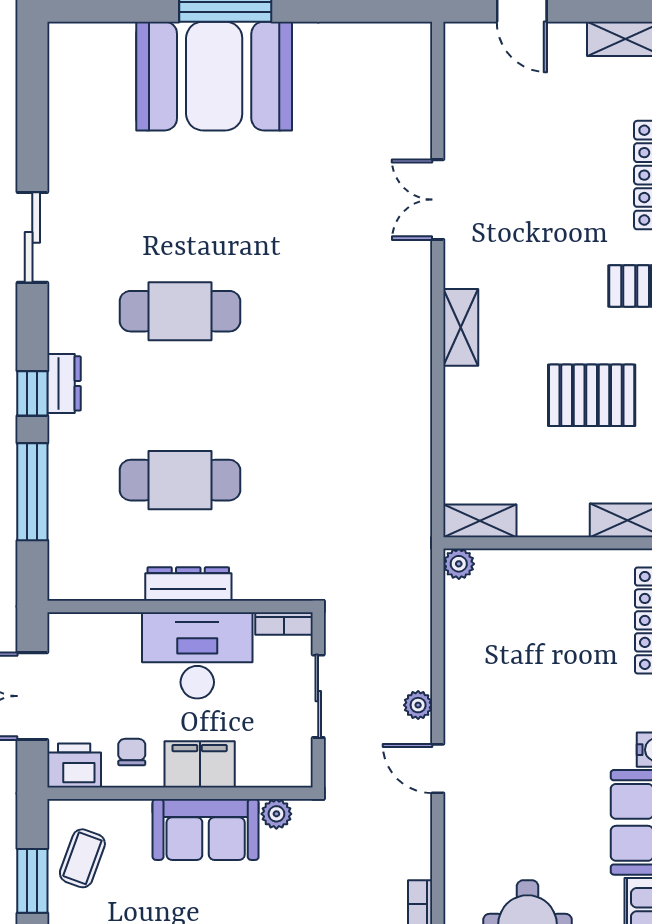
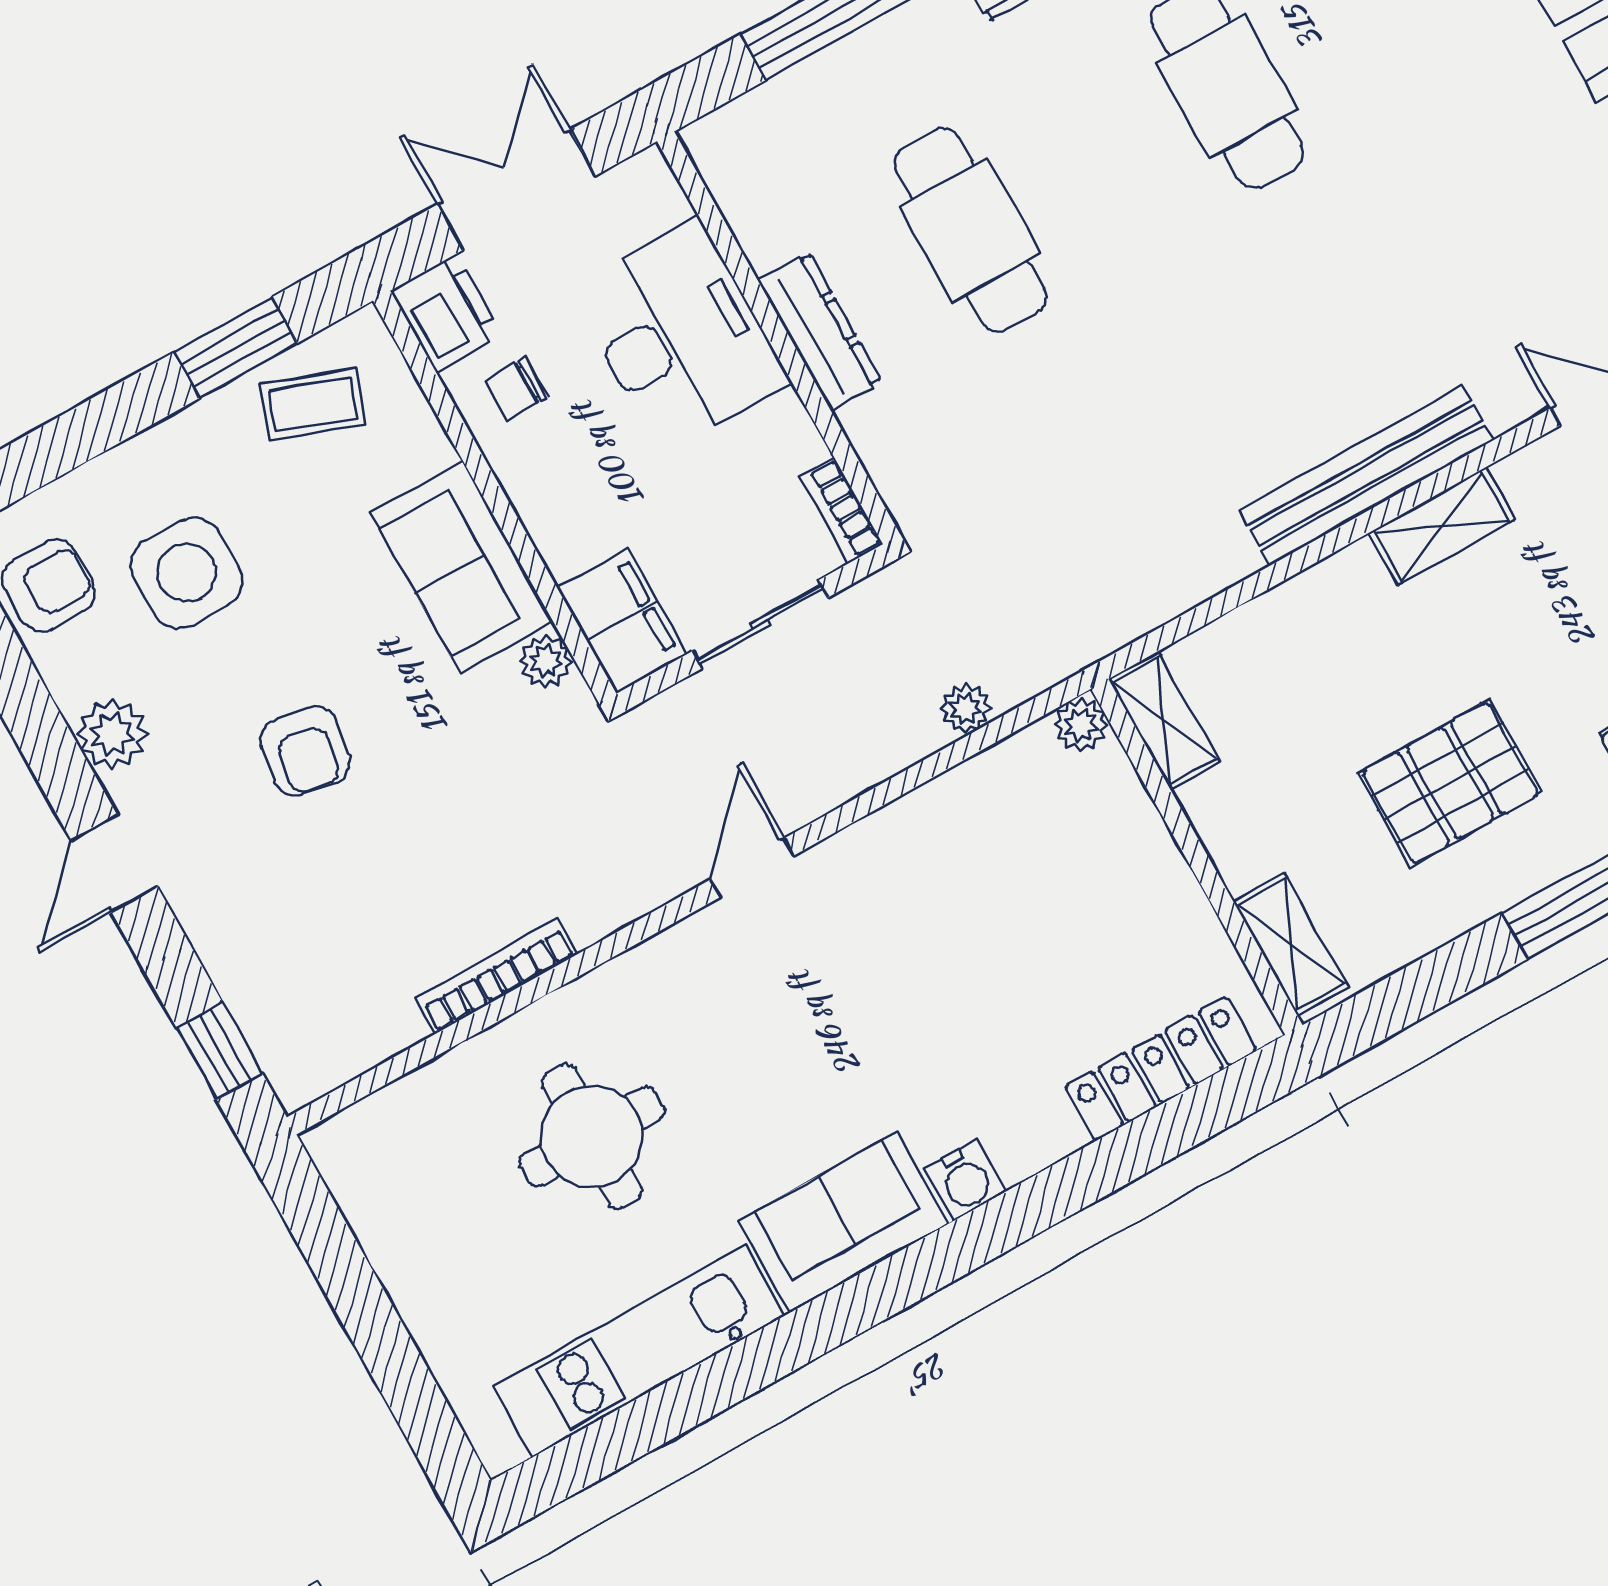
bench: (414, 351) -> (1366, 475), added
pallet: (592, 395) -> (1450, 783), turned 90
desk: (197, 655) -> (680, 336), moved
plant: (418, 705) -> (966, 708), moved
chair: (132, 752) -> (516, 389), turned 180
filing cabinet: (200, 764) -> (622, 621), moved

